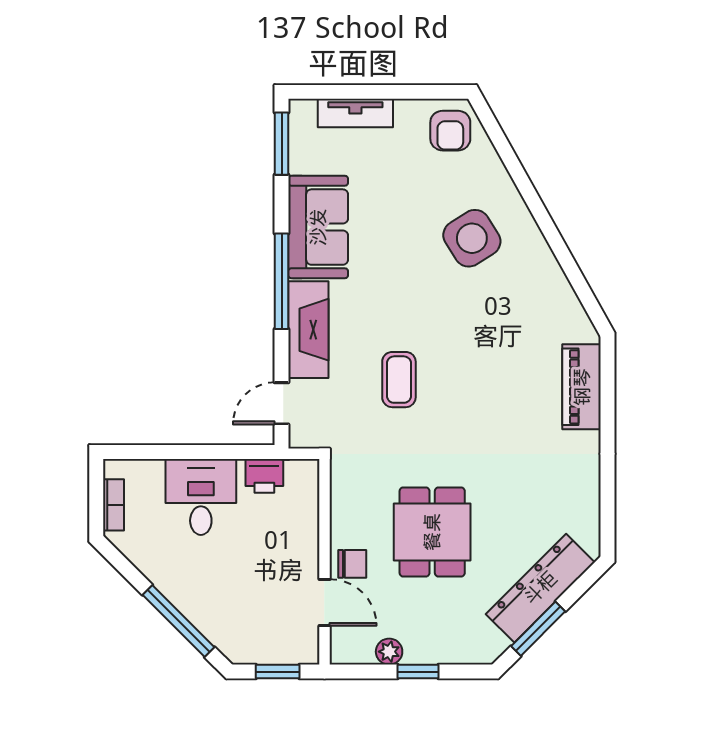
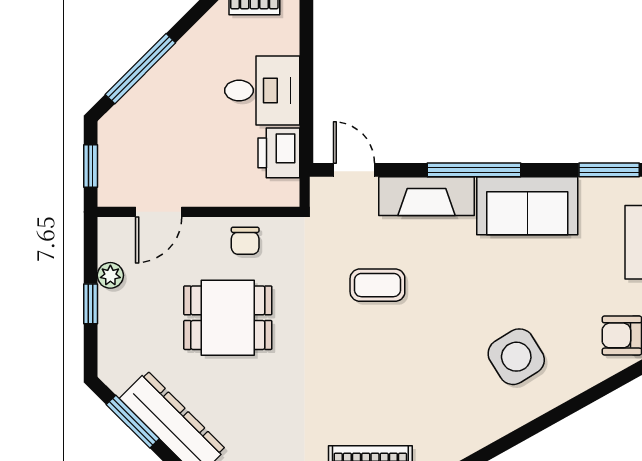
printer: (264, 476) -> (279, 153), width x1.36, depth x1.24
chair: (352, 564) -> (245, 241), moved

